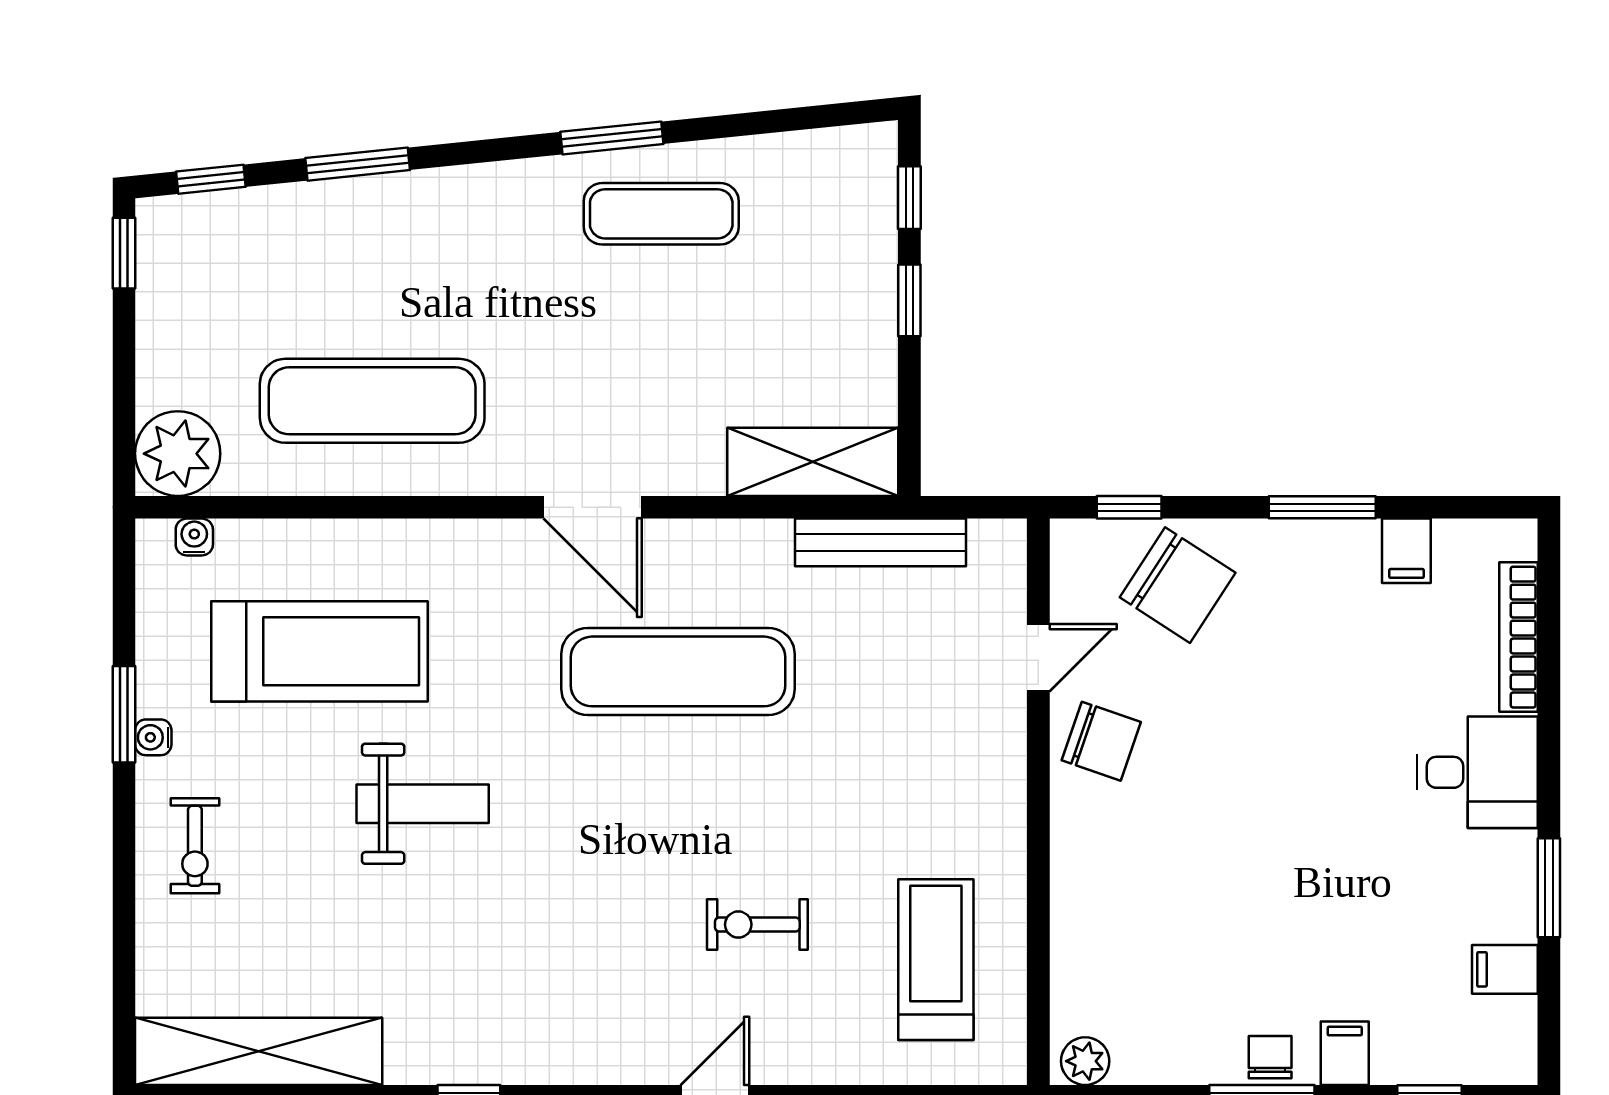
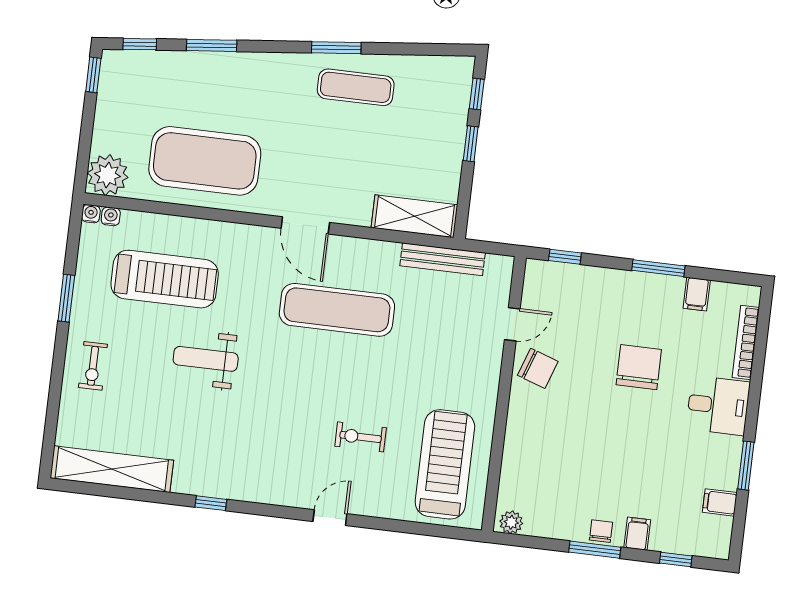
exercise mat: (372, 401) -> (205, 161), width x1.47
chair: (1178, 585) -> (639, 367), moved, turned -123
water cooler: (153, 737) -> (91, 214), moved, turned 90
weight bench: (423, 804) -> (206, 359), turned 180
treadmill: (936, 960) -> (445, 464), width x1.37, depth x1.38

